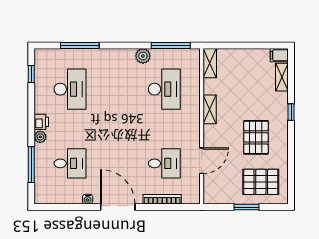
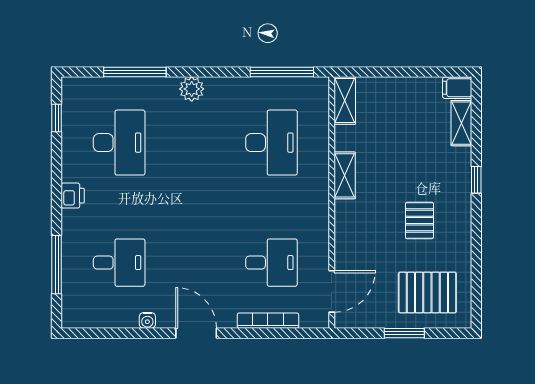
plant: (143, 56) -> (192, 89), moved
plant: (40, 137) -> (71, 220), removed
pallet: (256, 137) -> (419, 221), width x0.67, depth x0.71
door: (202, 161) -> (332, 291), moved
door: (118, 207) -> (196, 333), width x0.73

